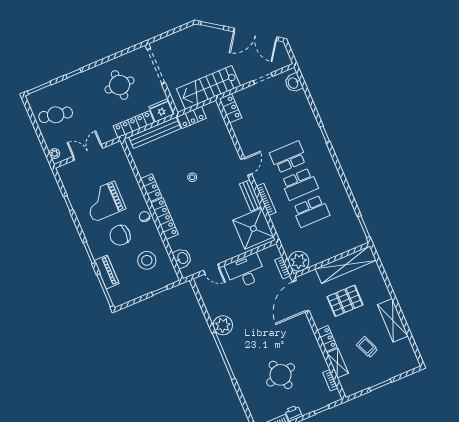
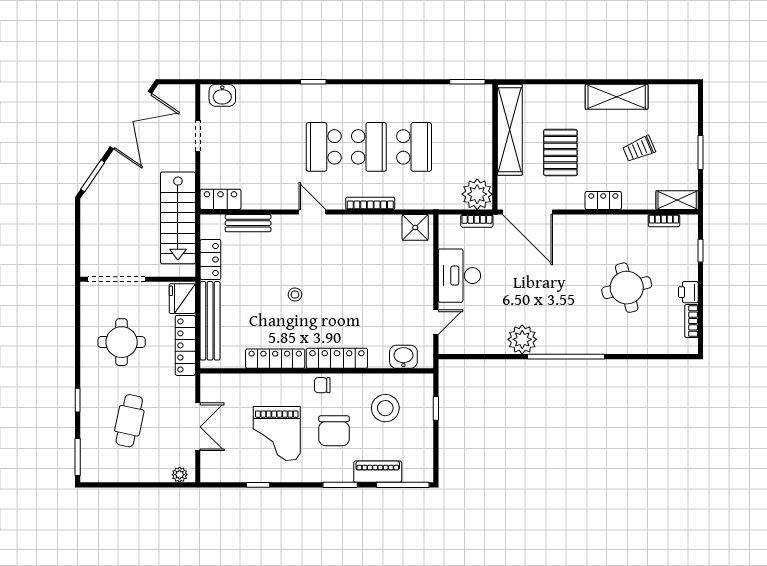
cafe table: (56, 115) -> (129, 421), moved
double door: (88, 152) -> (198, 427), swing flipped
locker: (151, 188) -> (275, 359), width x1.53
bench: (250, 195) -> (248, 223), moved
shower: (253, 229) -> (415, 227), width x0.54, depth x0.54
shelving: (338, 363) -> (677, 200), moved

